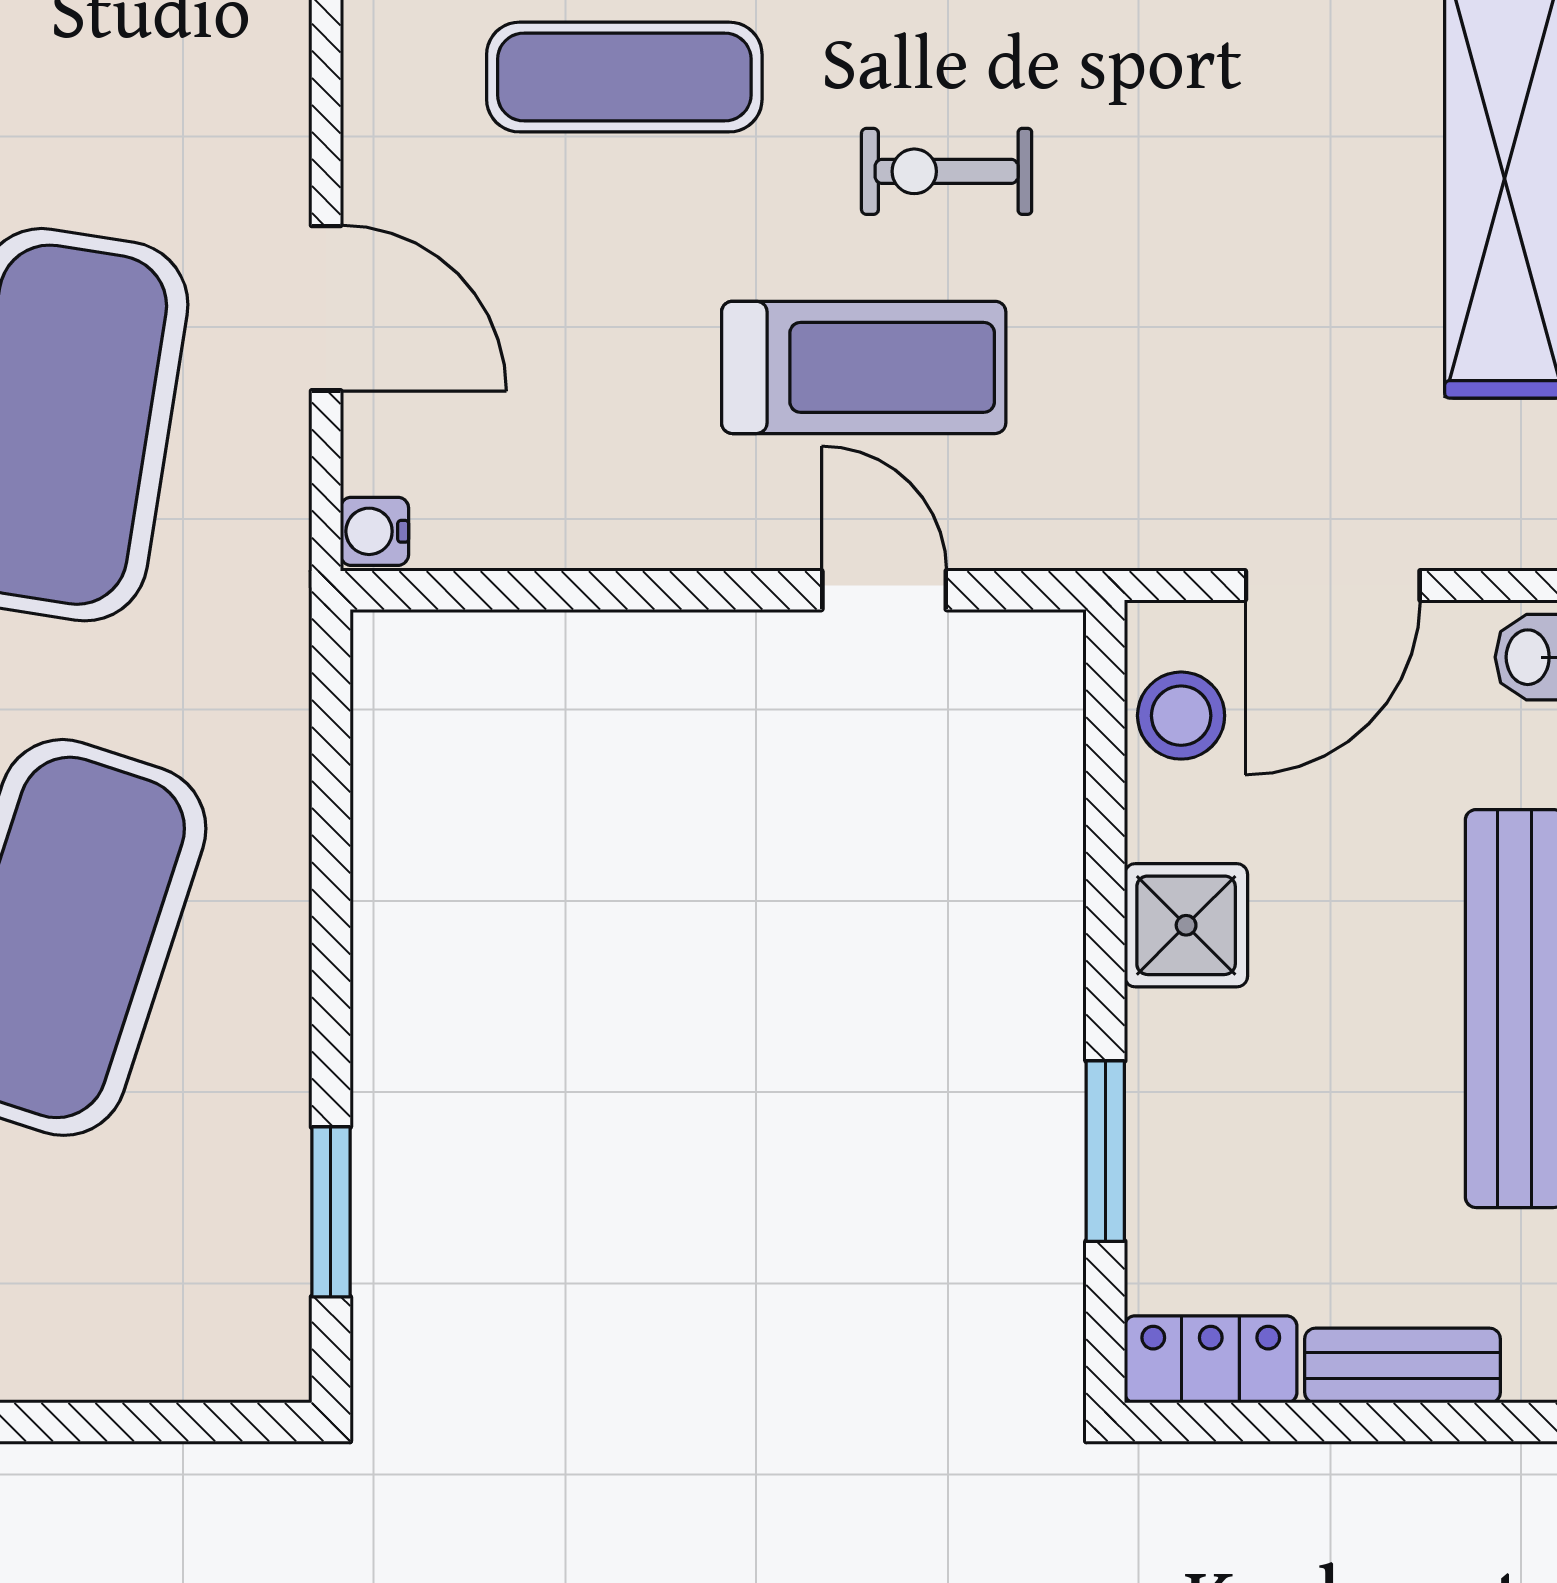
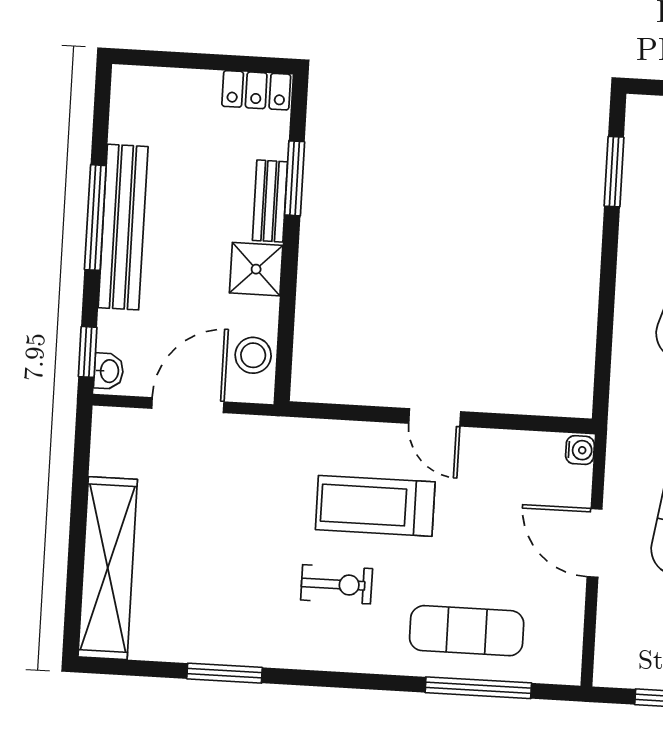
door: (884, 590) -> (435, 417), moved
bench: (1402, 1366) -> (270, 201), moved, turned 90

